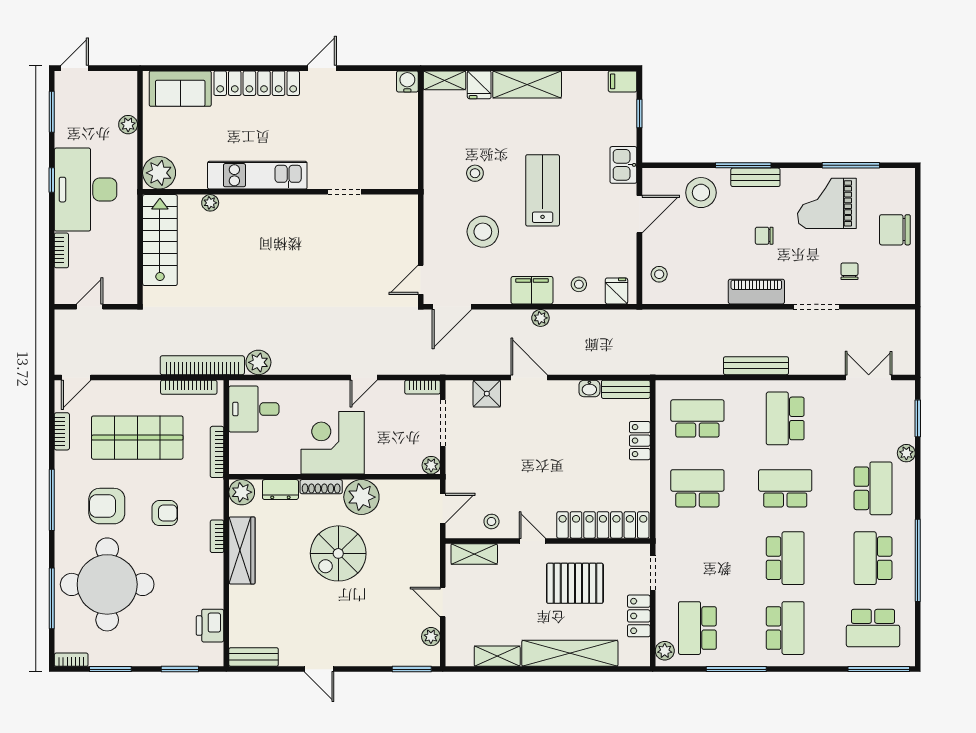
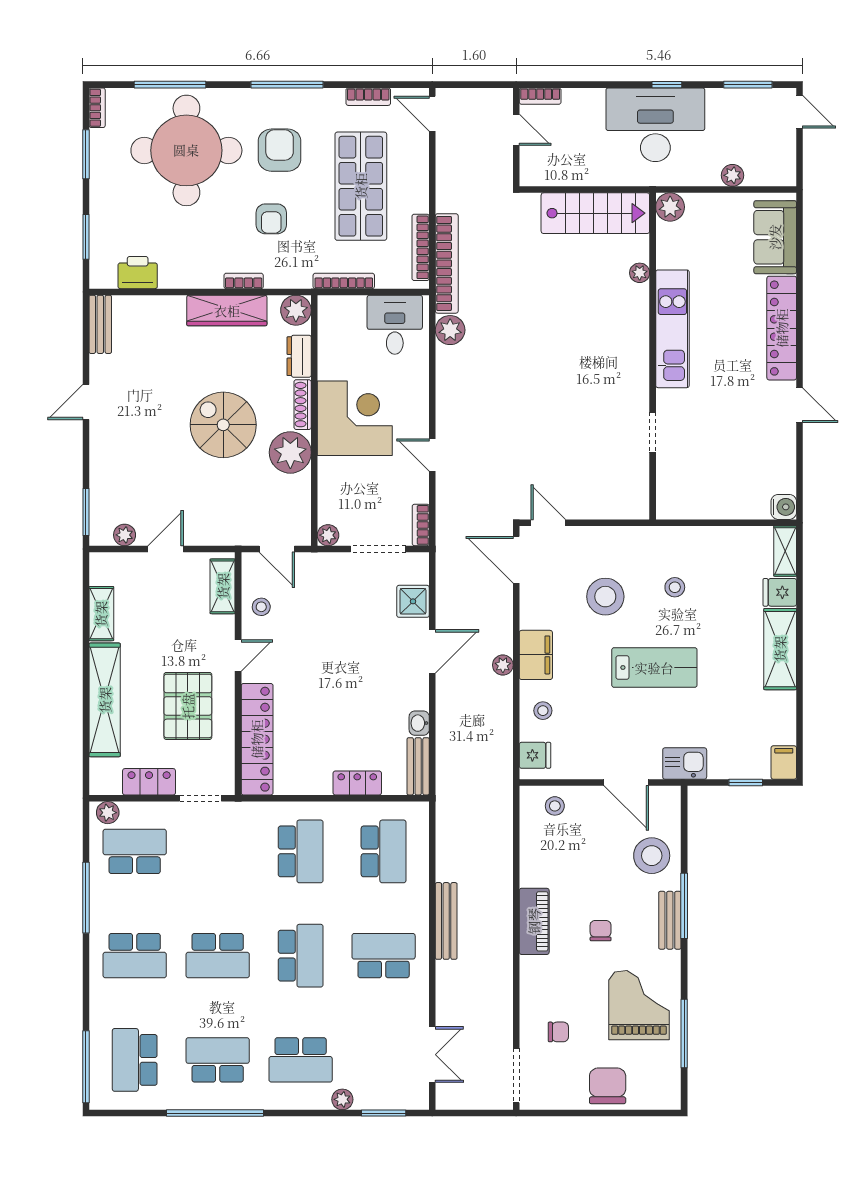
plant: (159, 173) -> (670, 207), width x0.73, depth x0.73
bookcase: (61, 250) -> (540, 96), moved
doorway: (816, 307) -> (516, 1075), moved

